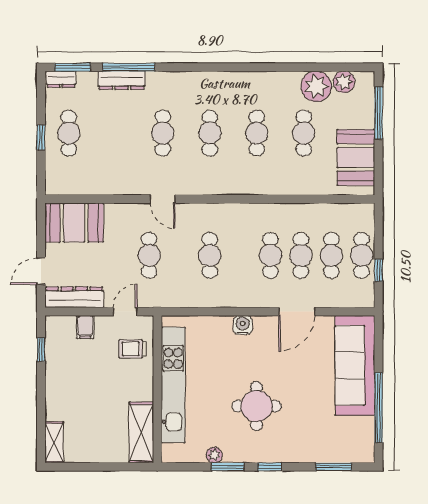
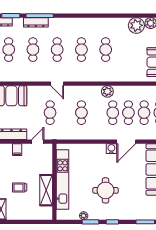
cafe table: (304, 133) -> (33, 50), moved
plant: (260, 214) -> (107, 91), added
water cooler: (243, 325) -> (111, 149), moved
trolley: (133, 349) -> (20, 187), moved
shelving: (141, 433) -> (46, 190), moved

